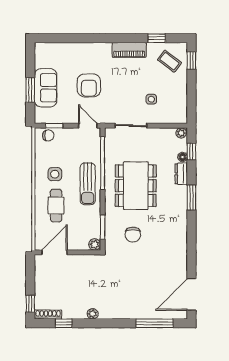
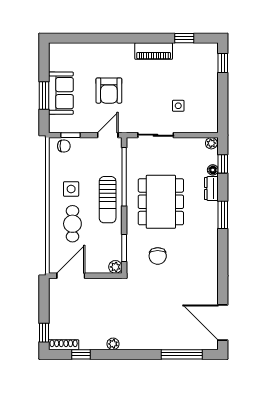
coffee table: (169, 61) -> (198, 64), removed
door: (88, 126) -> (108, 135), hinge flipped
door: (191, 294) -> (223, 322), hinge flipped

